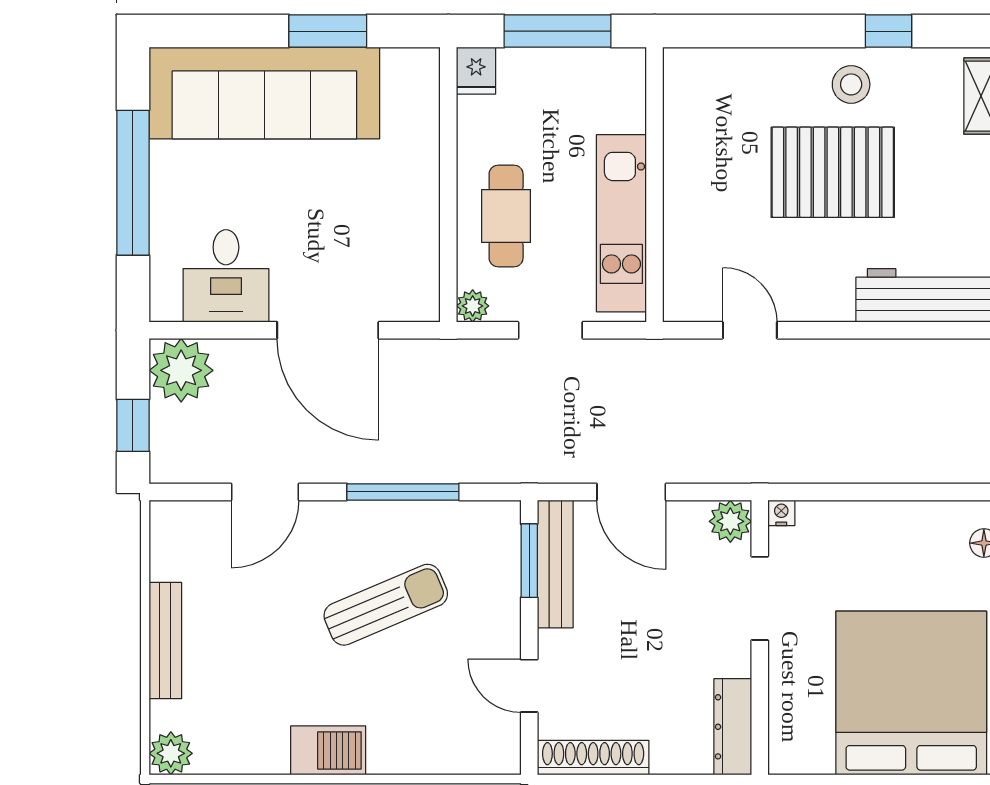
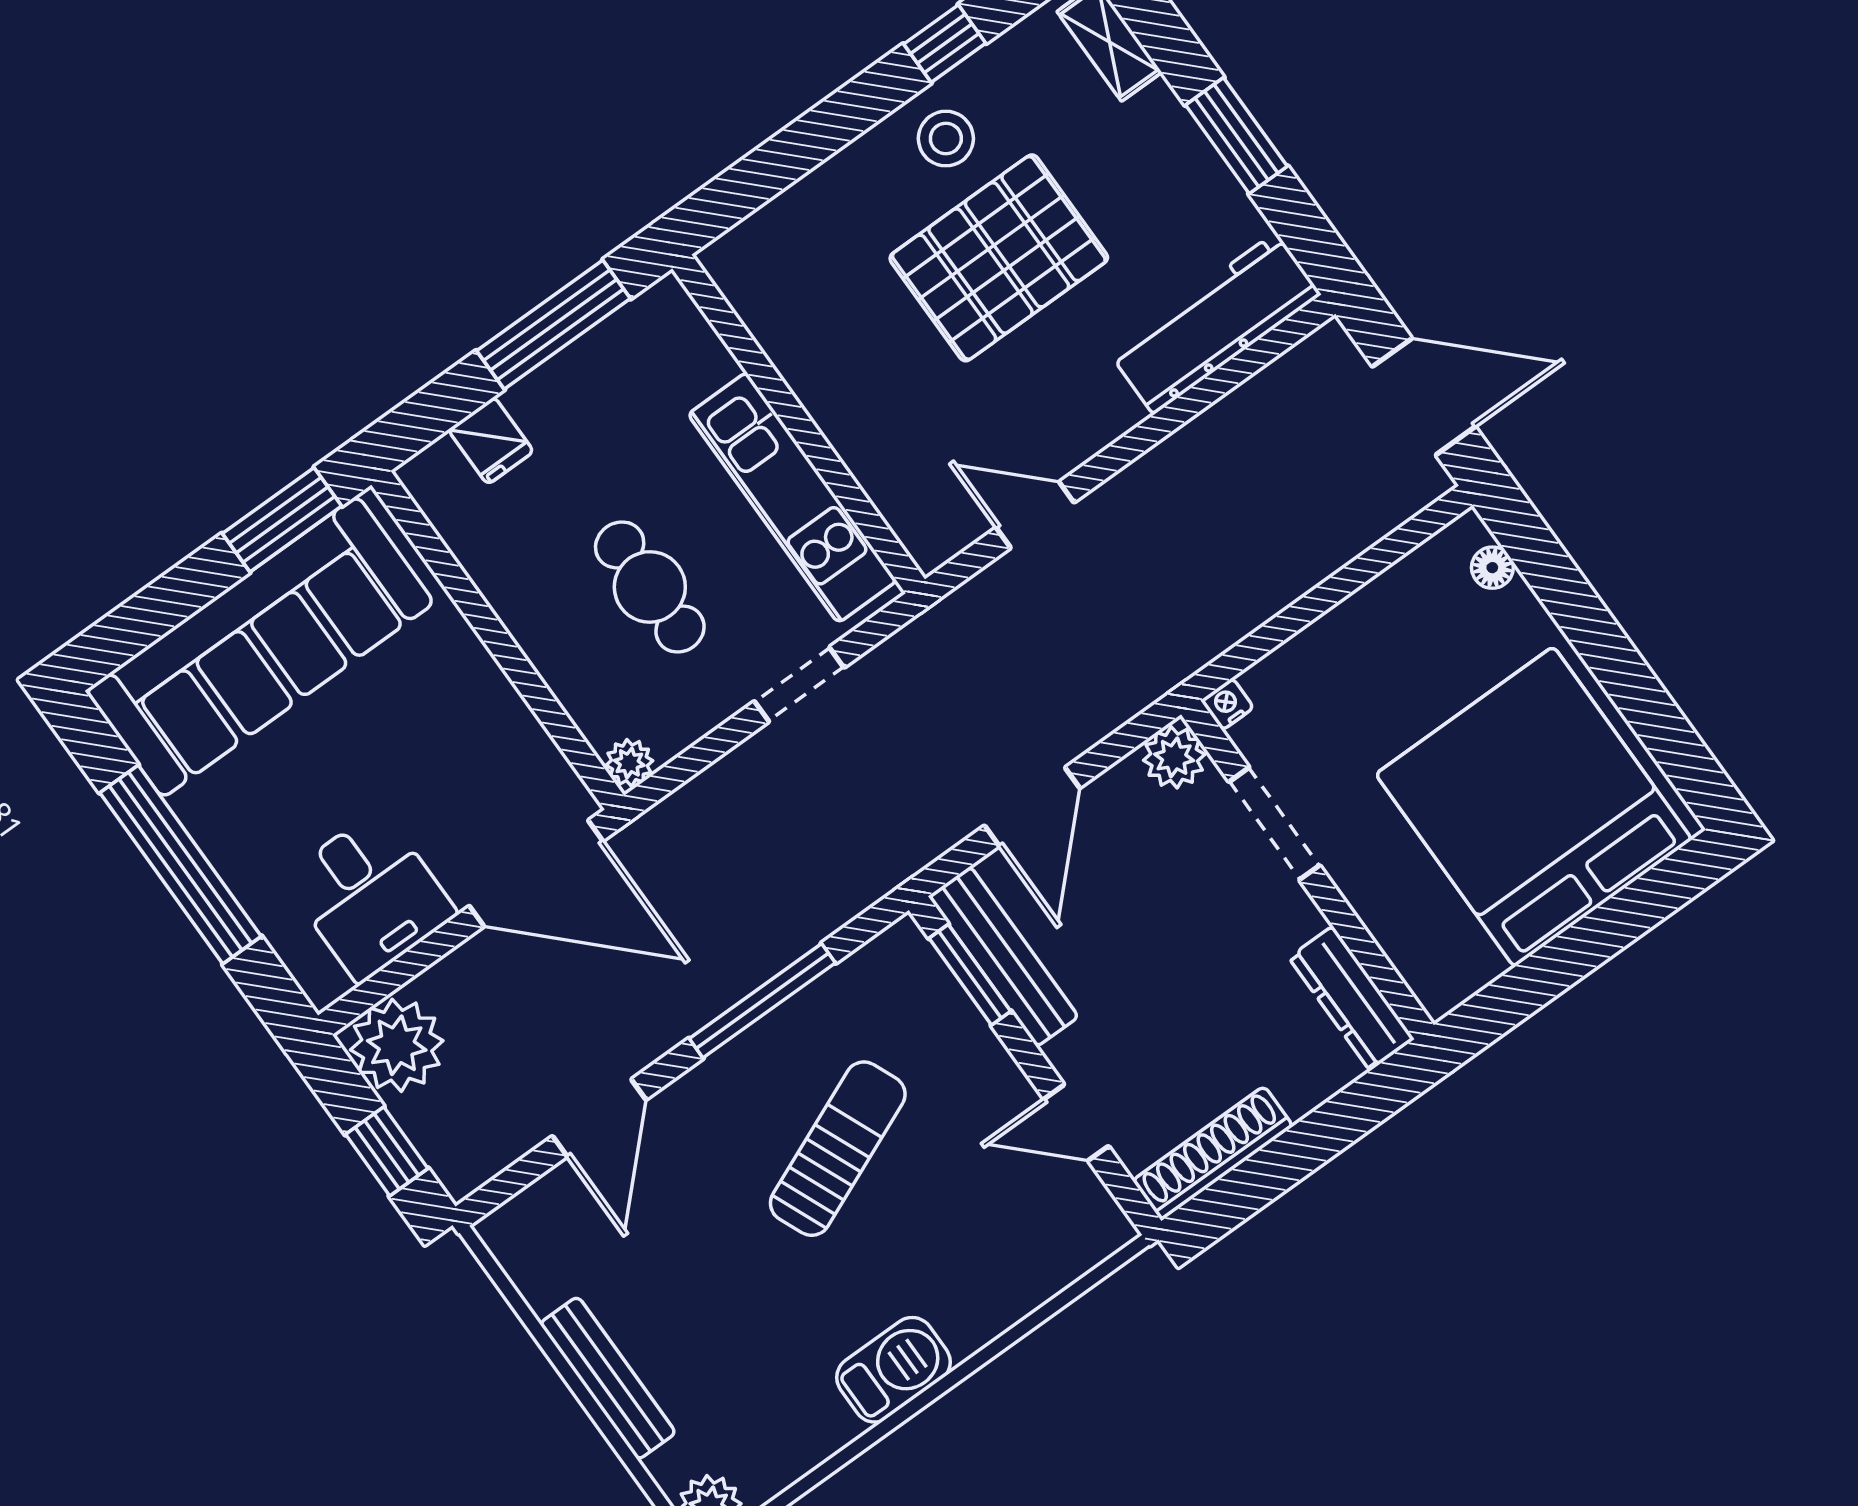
wall: (448, 185) -> (498, 640), moved
plant: (473, 306) -> (629, 763), moved
door: (631, 492) -> (1032, 807), hinge flipped

